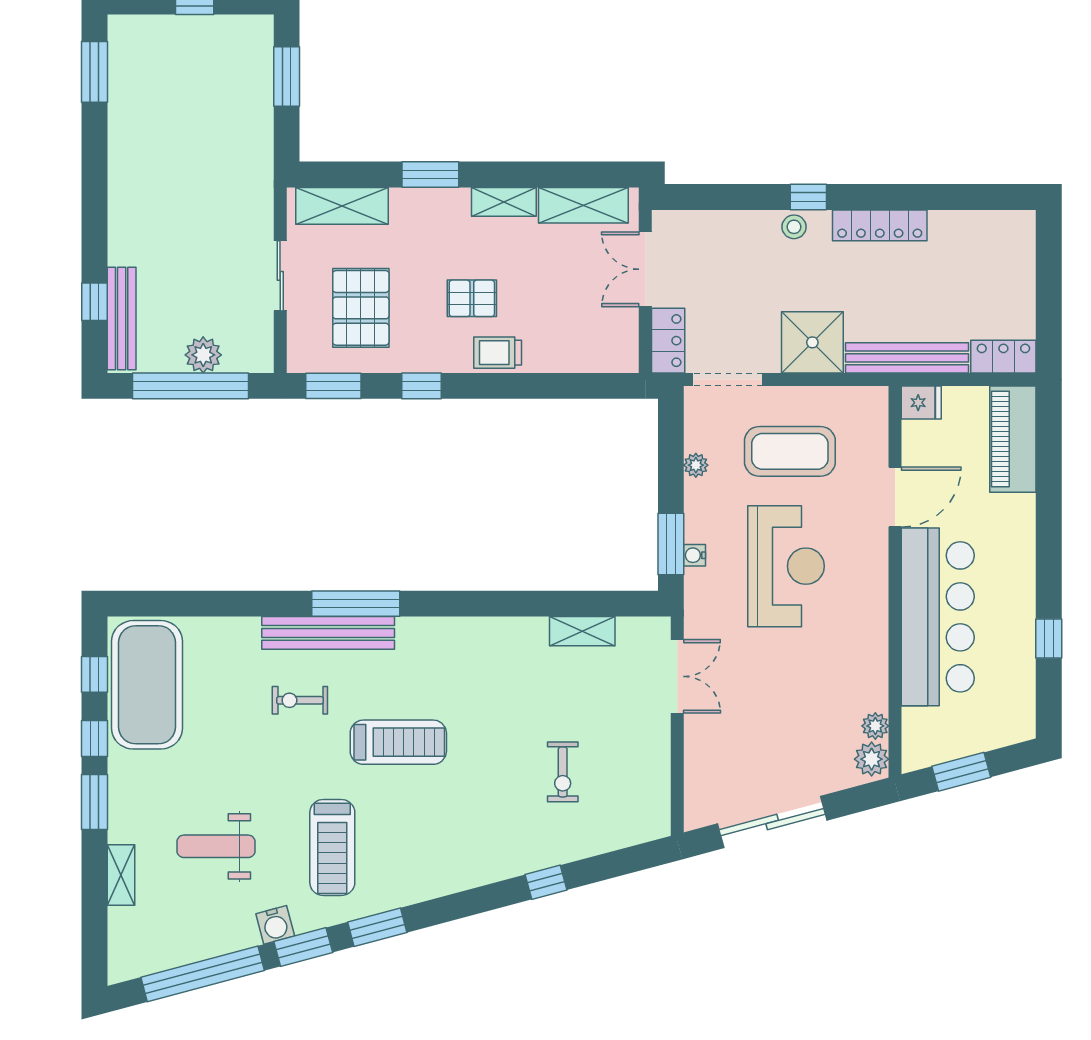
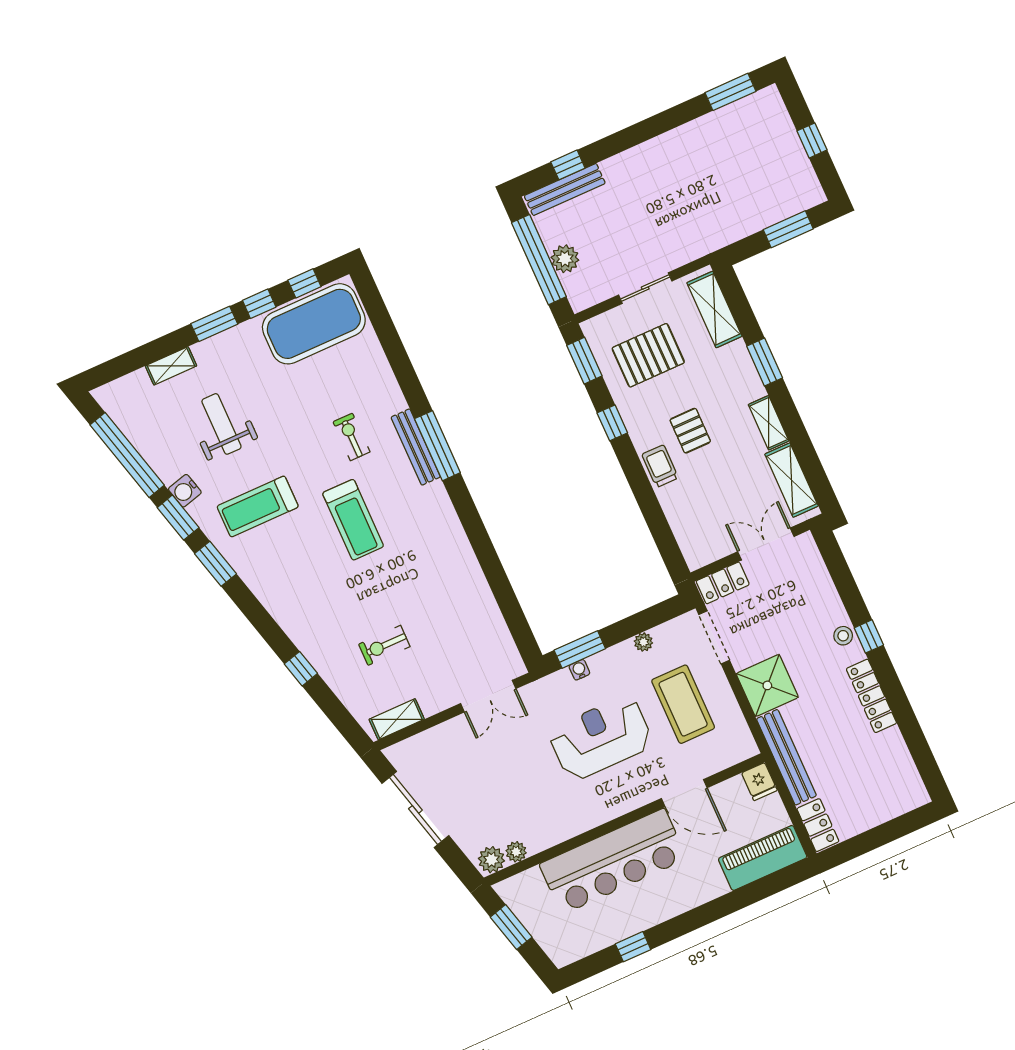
reception desk: (786, 566) -> (601, 738), turned 180
shelving: (582, 631) -> (397, 719), moved, turned 90
bench: (328, 633) -> (416, 447), width x0.73, depth x0.82

